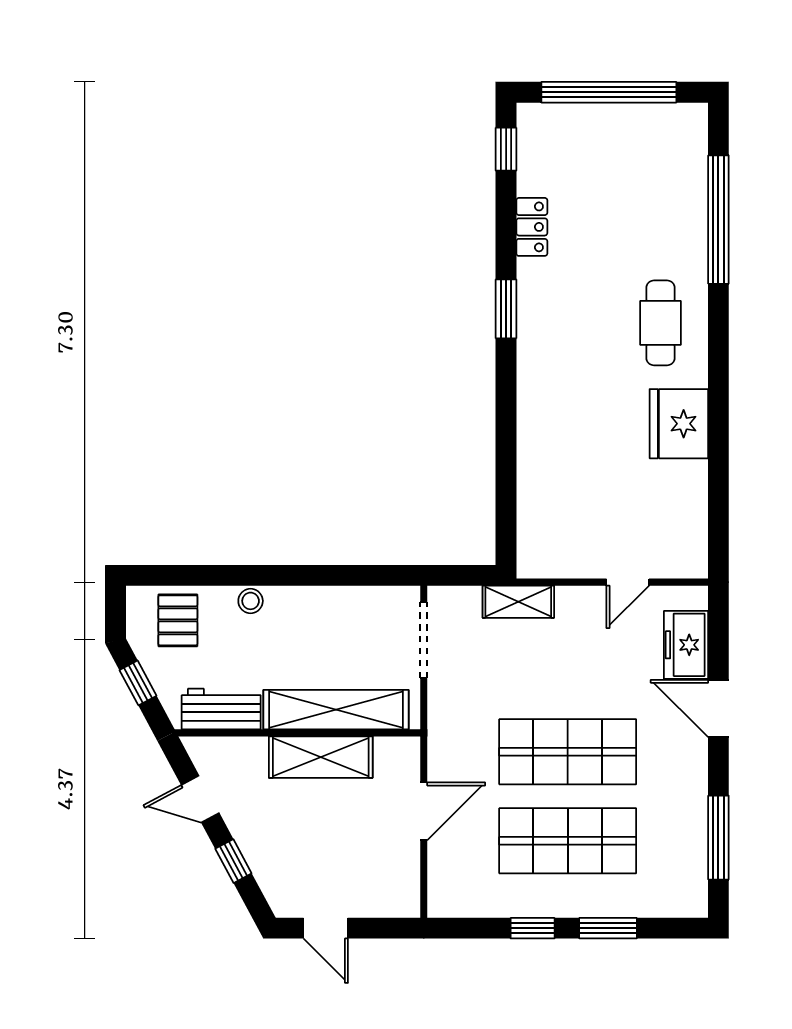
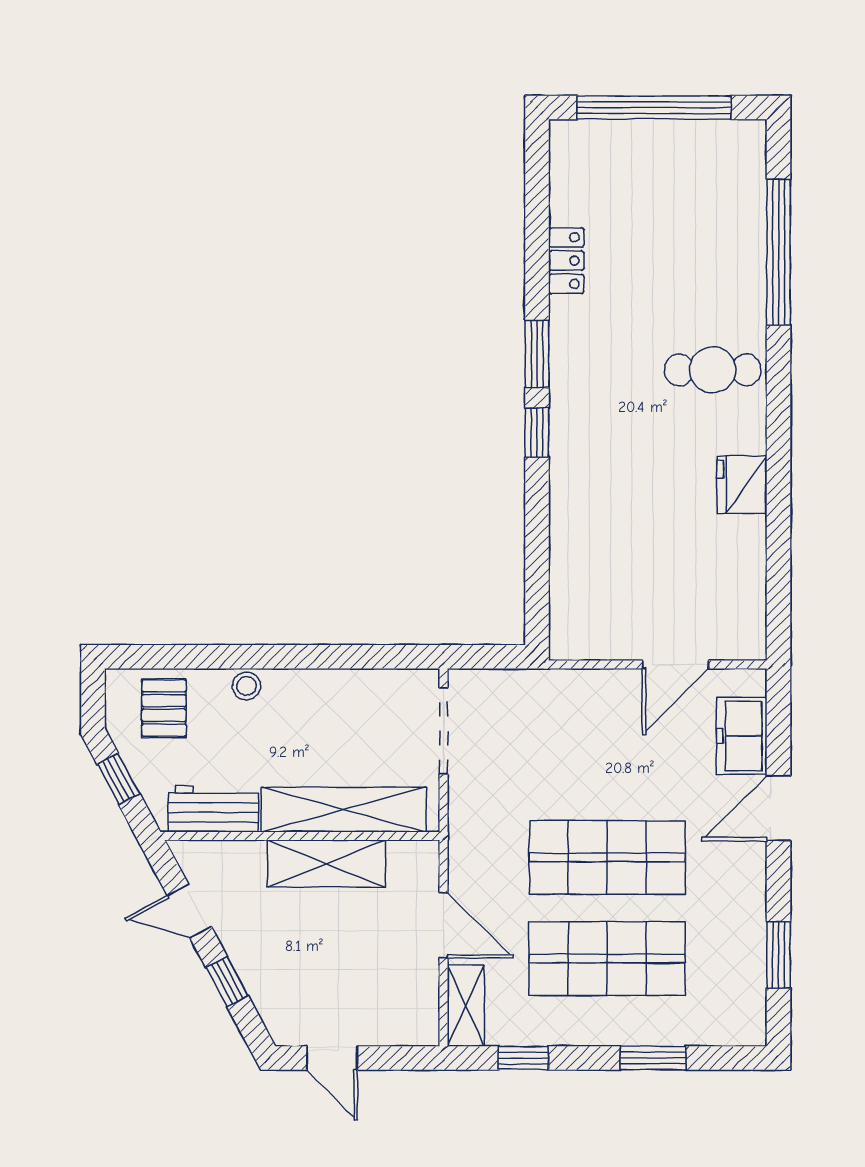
window: (506, 149) -> (537, 432), moved
cafe table: (660, 323) -> (713, 370), turned 90
fridge: (679, 424) -> (742, 484), width x0.73, depth x0.75
door: (628, 582) -> (675, 665), width x1.38
shelving: (518, 602) -> (466, 1006), moved, turned 90
door: (718, 708) -> (779, 808), hinge flipped
door: (424, 811) -> (444, 925), hinge flipped
window: (718, 838) -> (779, 955), width x0.69
window: (533, 928) -> (523, 1058), moved

